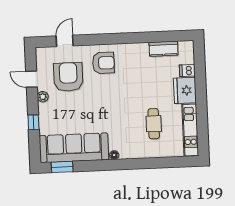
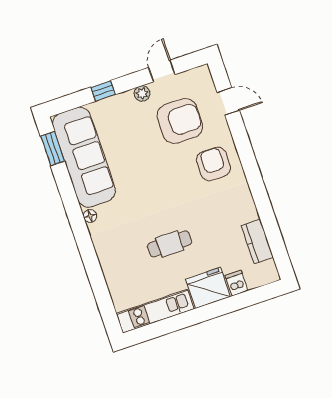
armchair: (103, 63) -> (213, 164), turned 180
cafe table: (154, 124) -> (170, 244), moved

